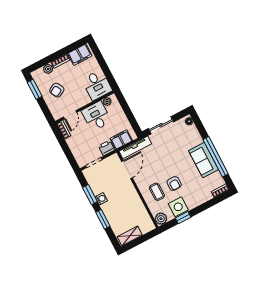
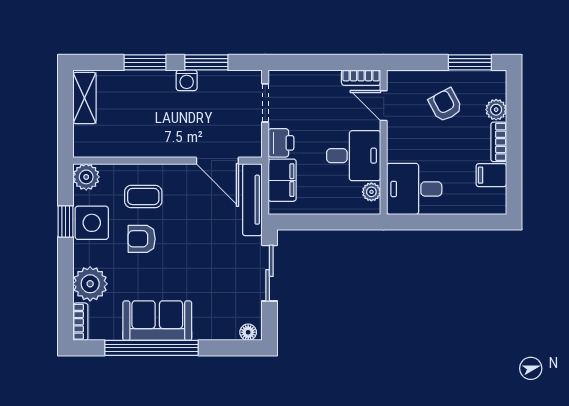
filing cabinet: (80, 55) -> (491, 175), width x0.50
plant: (203, 195) -> (90, 284), added

